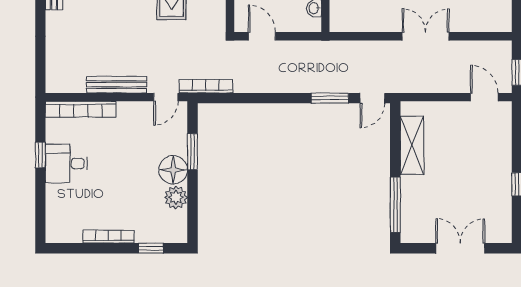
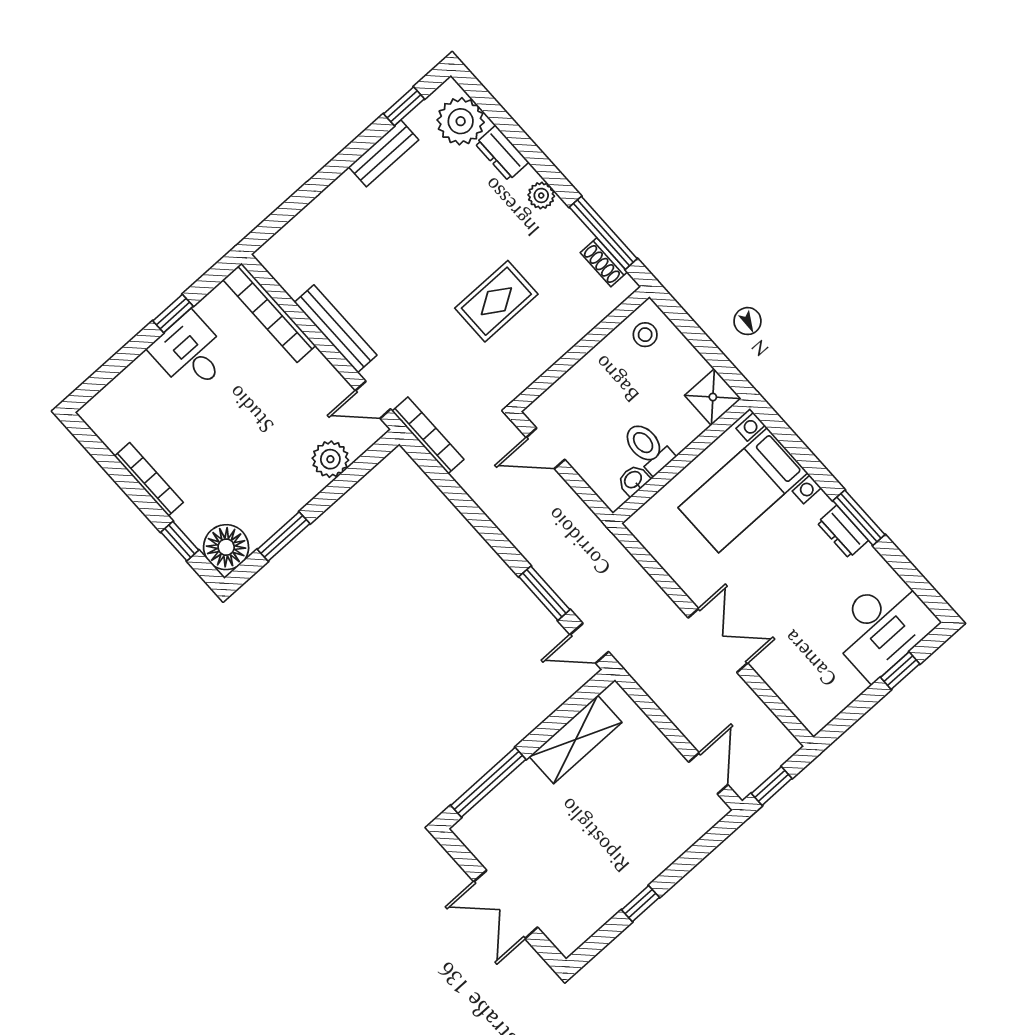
door: (262, 36) -> (545, 448), swing flipped
window: (192, 152) -> (284, 536), moved
floor lamp: (173, 170) -> (226, 547), moved
plant: (176, 197) -> (330, 459), moved
double door: (460, 248) -> (506, 904), swing flipped

